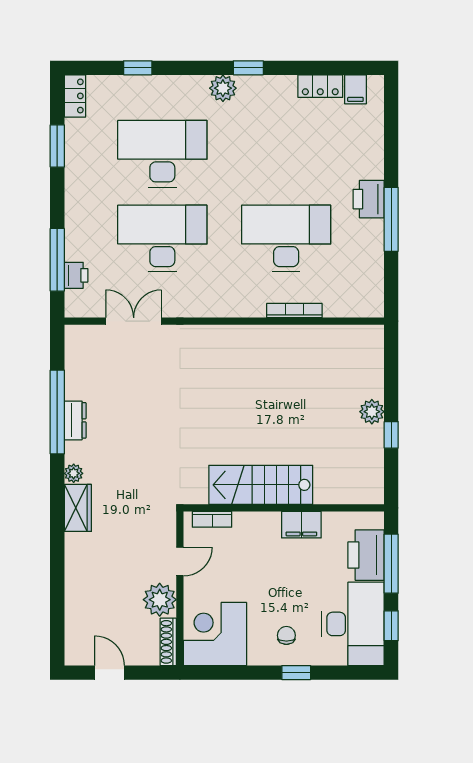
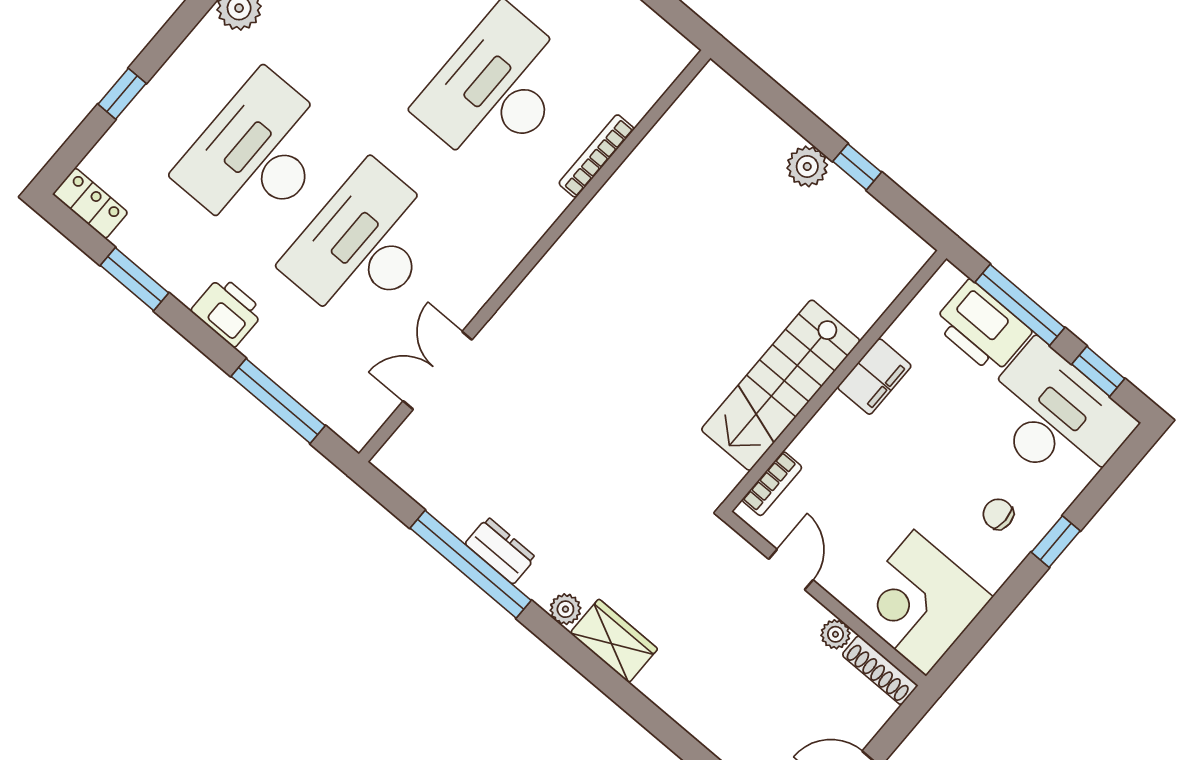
printer: (76, 275) -> (228, 311), moved, width x1.36, depth x1.24
plant: (160, 600) -> (835, 634), width x0.53, depth x0.53

